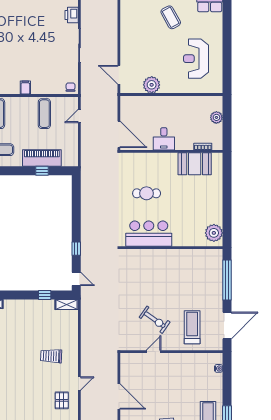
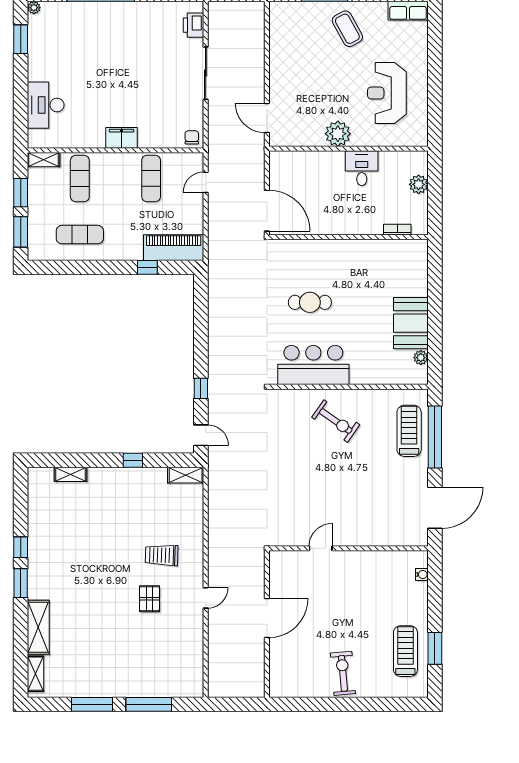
plant: (152, 85) -> (338, 134), moved
filing cabinet: (25, 88) -> (121, 138), width x2.00
desk: (164, 139) -> (362, 168), moved, turned 180
piano: (42, 158) -> (174, 248), moved
booth: (195, 164) -> (411, 323), moved, turned 90
plant: (214, 233) -> (421, 358), width x0.53, depth x0.53
window: (45, 295) -> (133, 460), moved
exercise bike: (155, 320) -> (336, 421), moved
treadmill: (192, 327) -> (409, 431), moved
door: (119, 396) -> (267, 618), hinge flipped
pallet: (62, 400) -> (149, 599), moved

